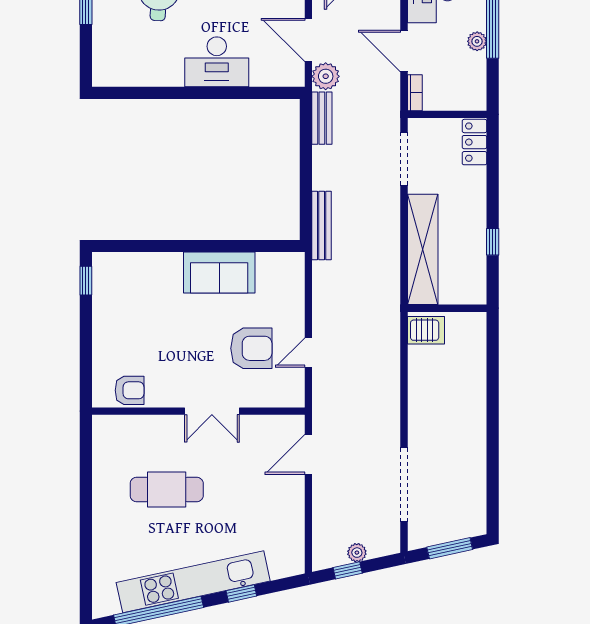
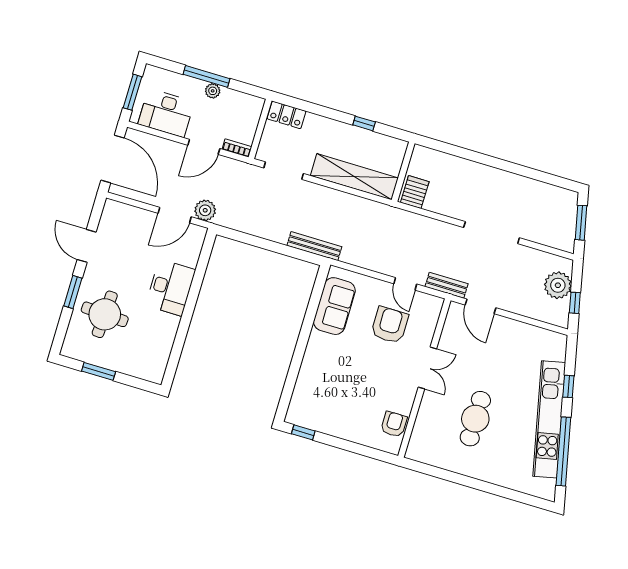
bench: (322, 118) -> (447, 285), moved
sofa: (219, 273) -> (334, 306), moved
doorway: (404, 485) -> (492, 233), moved
plant: (357, 553) -> (558, 285), width x1.88, depth x1.88

